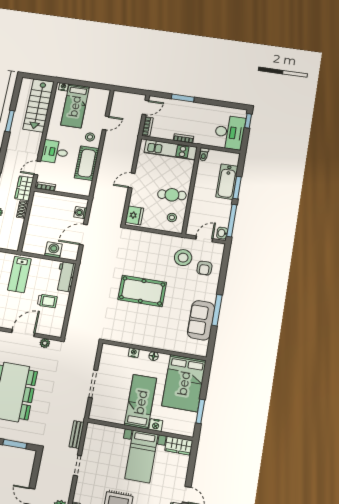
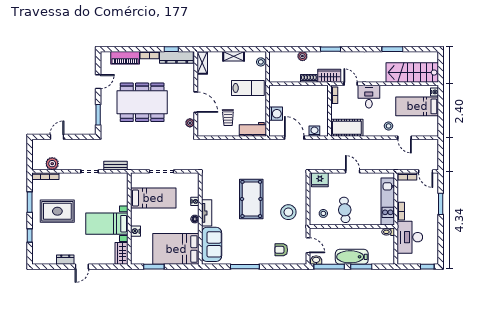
desk: (230, 132) -> (410, 237), moved, turned 90
cot: (87, 163) -> (347, 128), moved
bathtub: (227, 182) -> (352, 257), moved
stool: (183, 258) -> (288, 212), moved
lab bench: (19, 274) -> (248, 88), turned 180
sofa: (201, 320) -> (212, 244), moved, turned 90
tv unit: (149, 342) -> (207, 213), added
bed: (141, 402) -> (153, 198), moved

